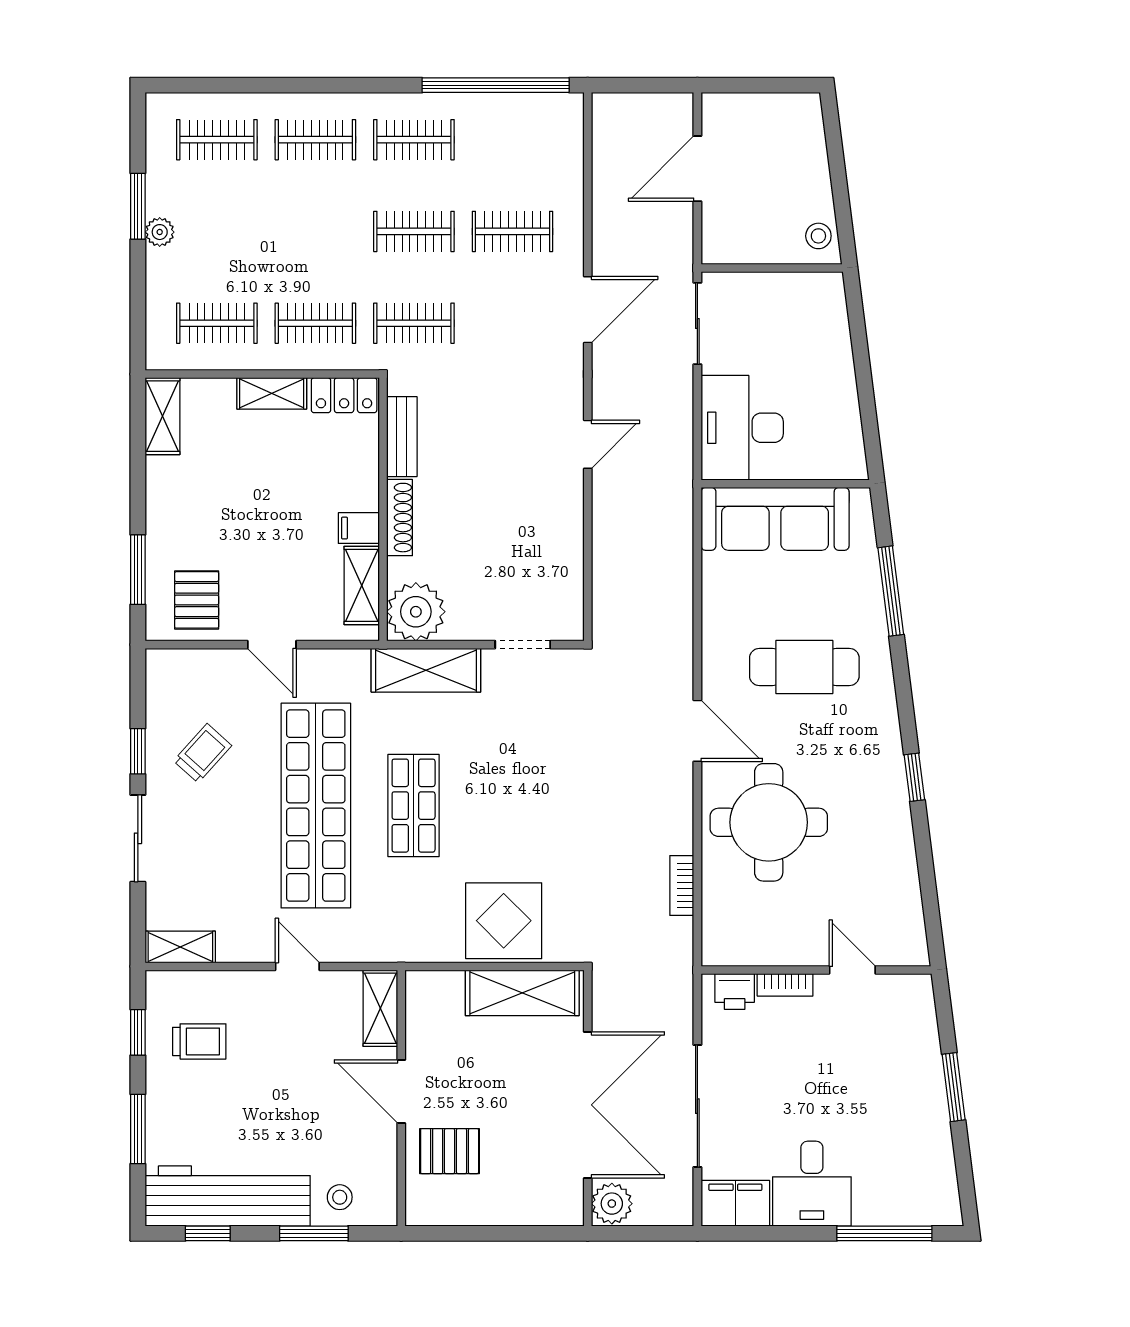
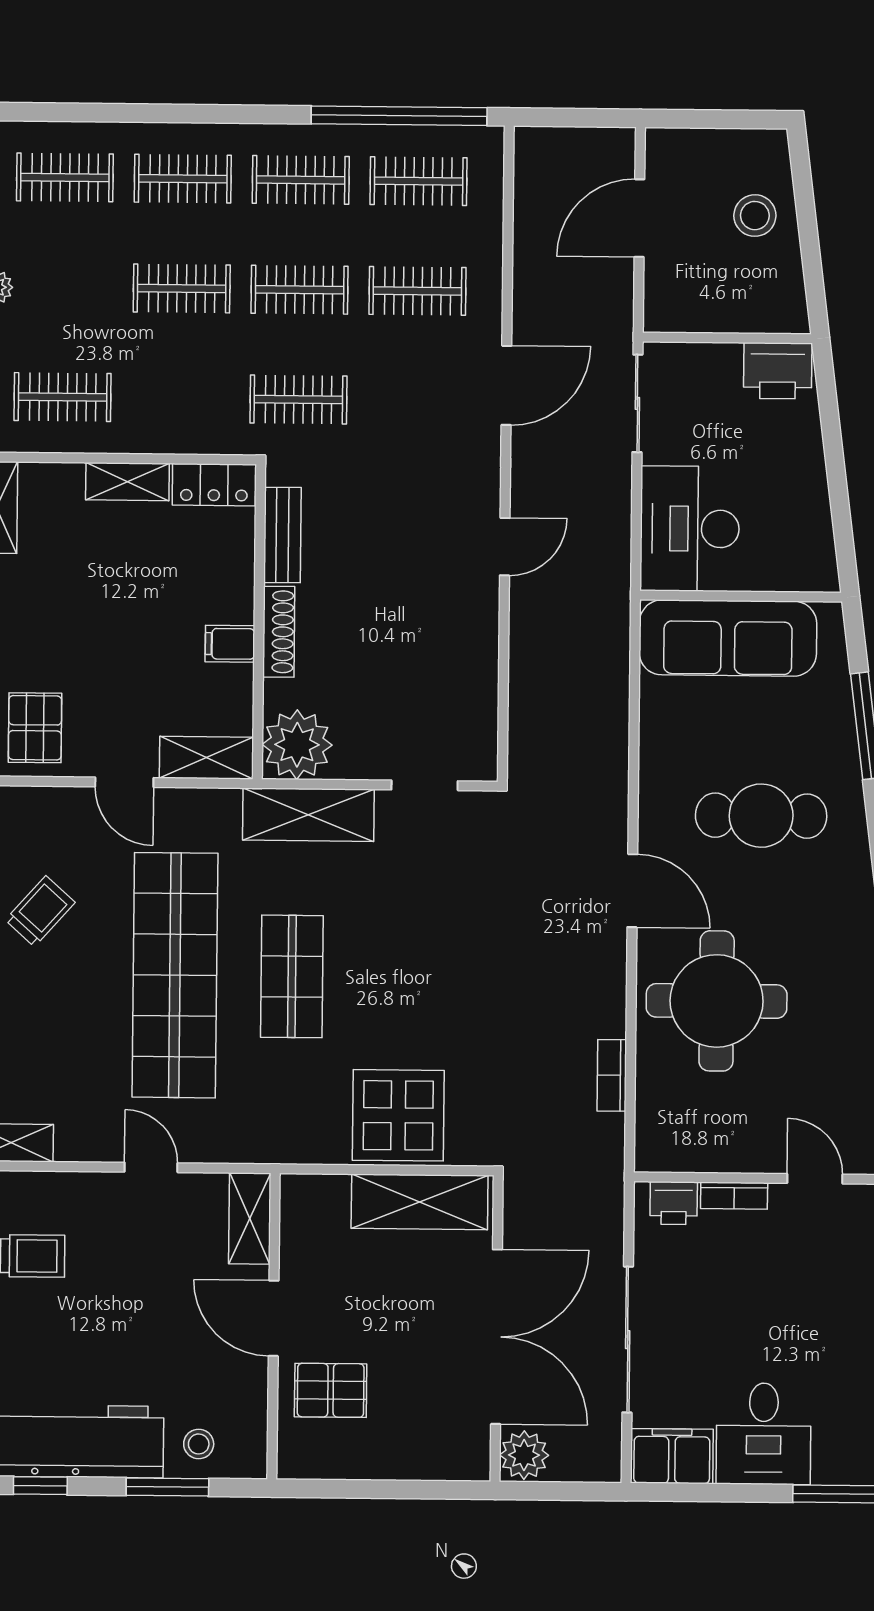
clothes rail: (512, 140) -> (419, 181), added
stool: (818, 236) -> (755, 216), moved, width x1.37, depth x1.37
printer: (814, 295) -> (778, 371), added
clothes rail: (315, 323) -> (182, 288), moved
shelving: (362, 585) -> (206, 758), moved, turned 90

